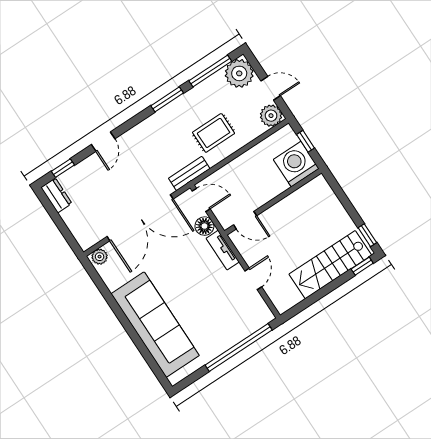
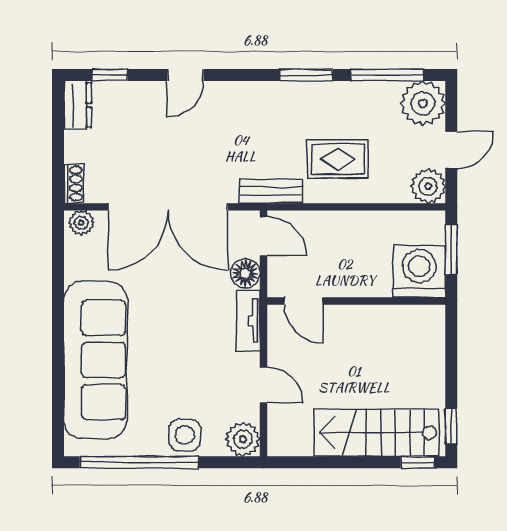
door: (271, 88) -> (451, 150), hinge flipped
window: (306, 141) -> (451, 250), width x1.50
shoe rack: (82, 238) -> (74, 184), added
door: (253, 279) -> (264, 385), hinge flipped
plant: (261, 315) -> (243, 439), added
side table: (229, 333) -> (185, 435), added
window: (239, 348) -> (139, 462), moved

